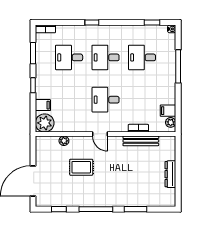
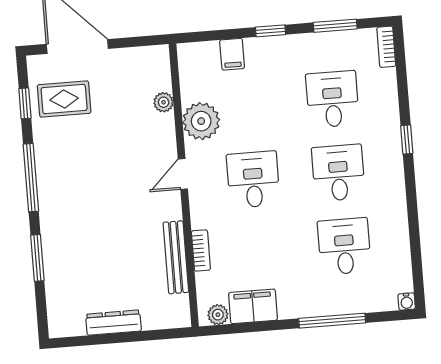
window: (152, 22) -> (417, 261), removed
filing cabinet: (168, 111) -> (253, 306), width x2.00
plant: (45, 123) -> (201, 121), moved
rug: (81, 167) -> (64, 99), moved, turned 90

